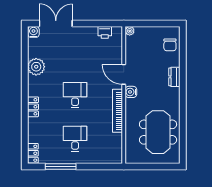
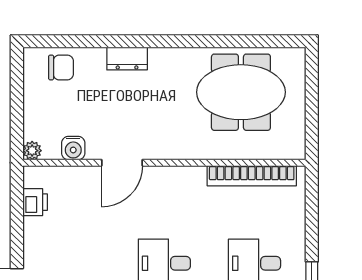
water cooler: (131, 92) -> (73, 148), moved
bookcase: (118, 111) -> (252, 176), moved

